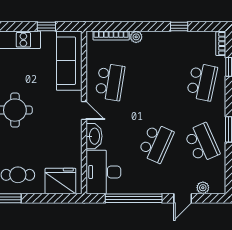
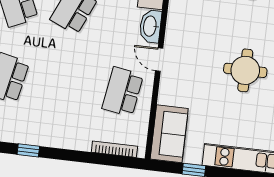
plant: (136, 37) -> (83, 144), removed
sofa: (69, 61) -> (169, 134), width x0.73

